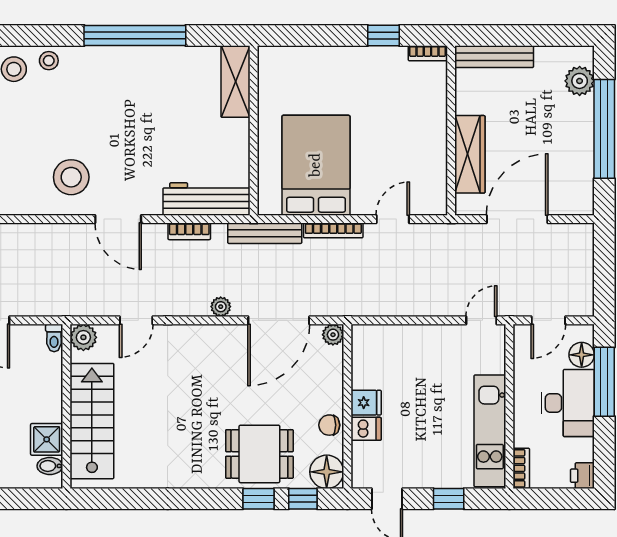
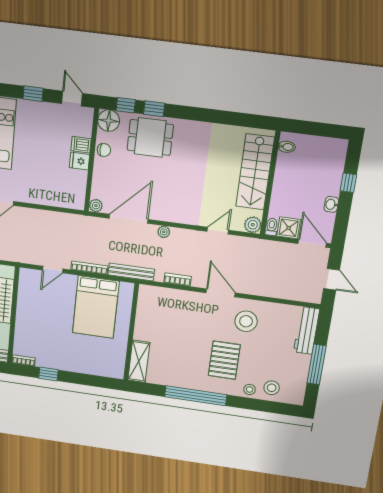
pallet: (97, 105) -> (224, 360), added
workbench: (206, 199) -> (165, 297), removed
shower: (47, 439) -> (289, 228), moved

